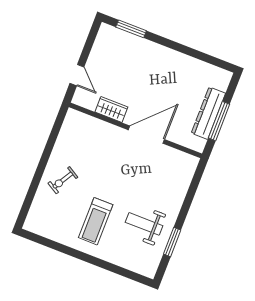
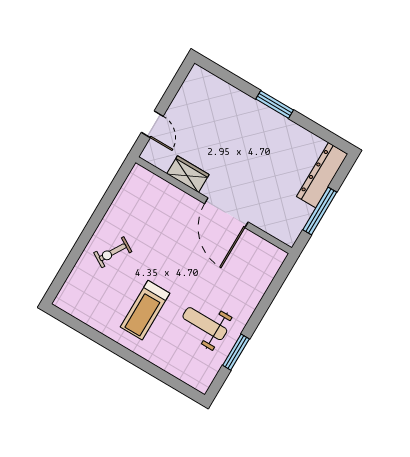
window: (131, 29) -> (275, 105), moved
dresser: (208, 113) -> (322, 175), moved
door: (146, 135) -> (226, 213), swing flipped

